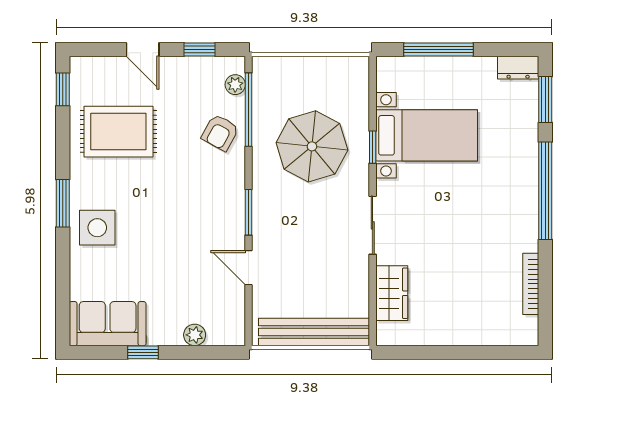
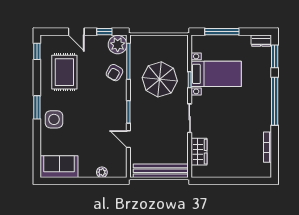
plant: (235, 85) -> (118, 45), width x1.88, depth x1.88
rug: (118, 132) -> (64, 72), turned 90
window: (143, 352) -> (76, 181), removed

